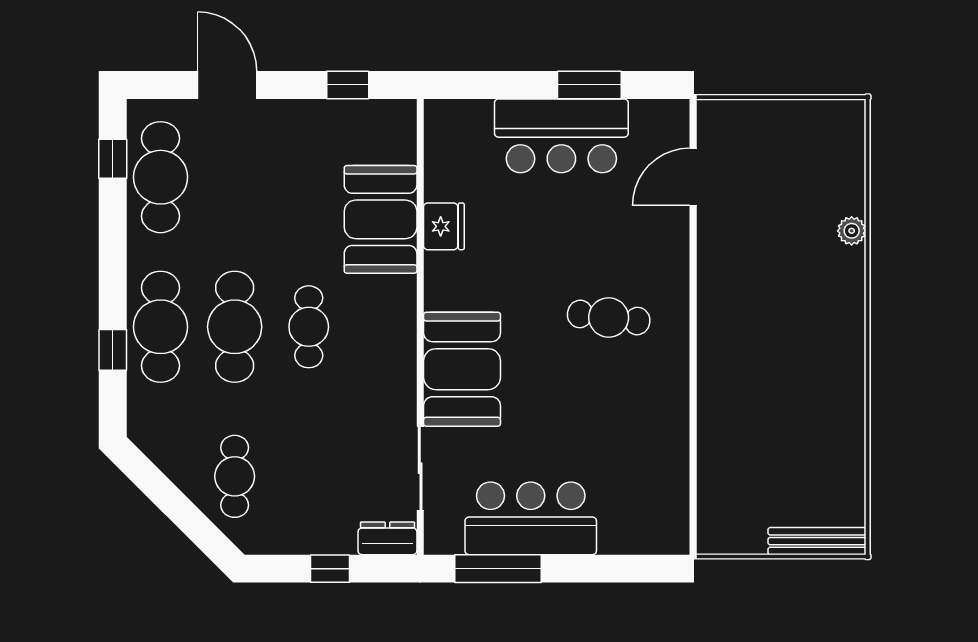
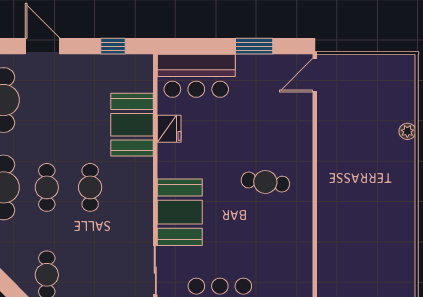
bar counter: (561, 136) -> (196, 76), moved
door: (693, 177) -> (315, 75), moved
cafe table: (235, 327) -> (47, 187), width x0.73, depth x0.74

